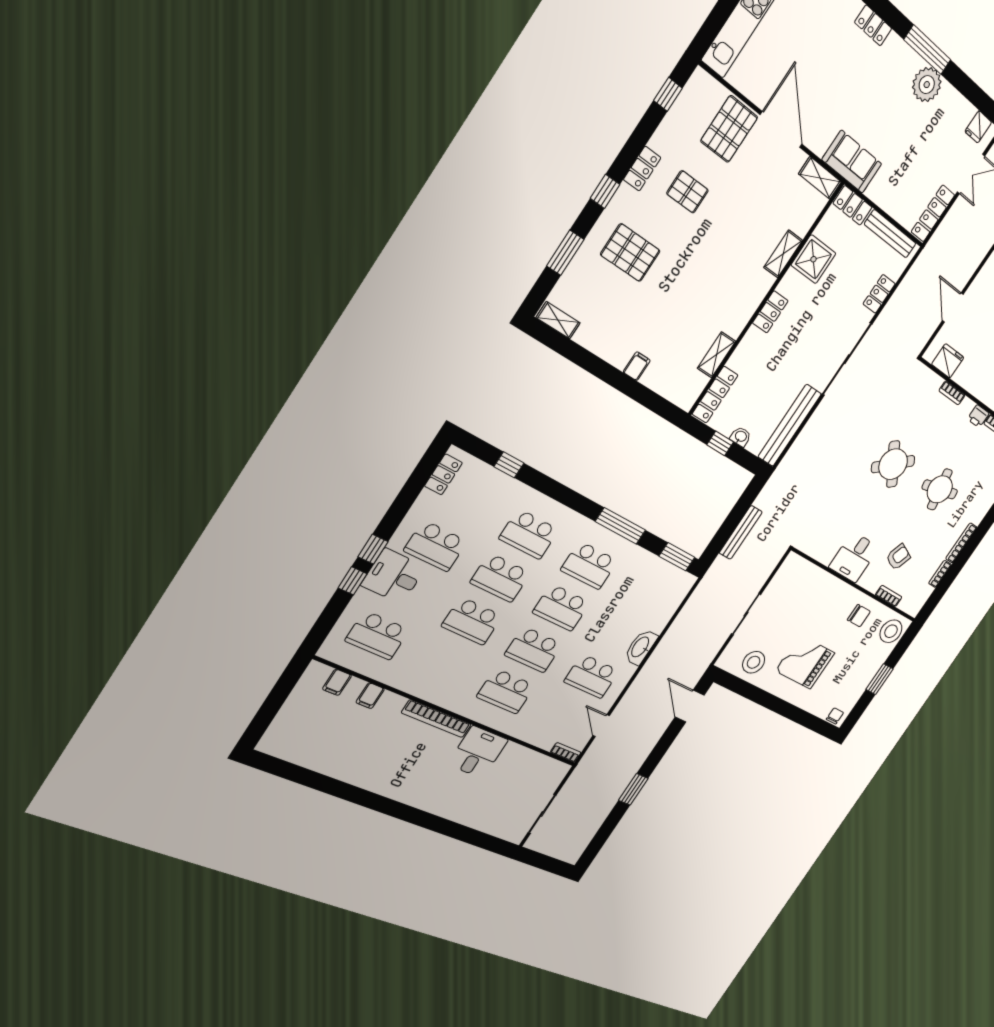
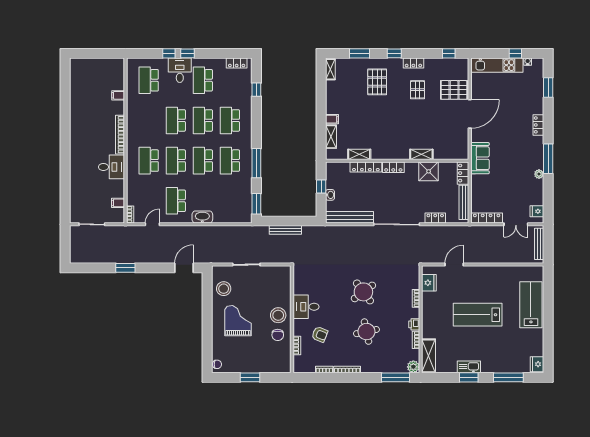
plant: (927, 85) -> (539, 174), width x0.53, depth x0.53
shelving: (820, 178) -> (331, 137), moved
locker: (715, 395) -> (366, 167), moved
stool: (891, 631) -> (278, 315), moved
filing cabinet: (337, 682) -> (118, 203), moved

